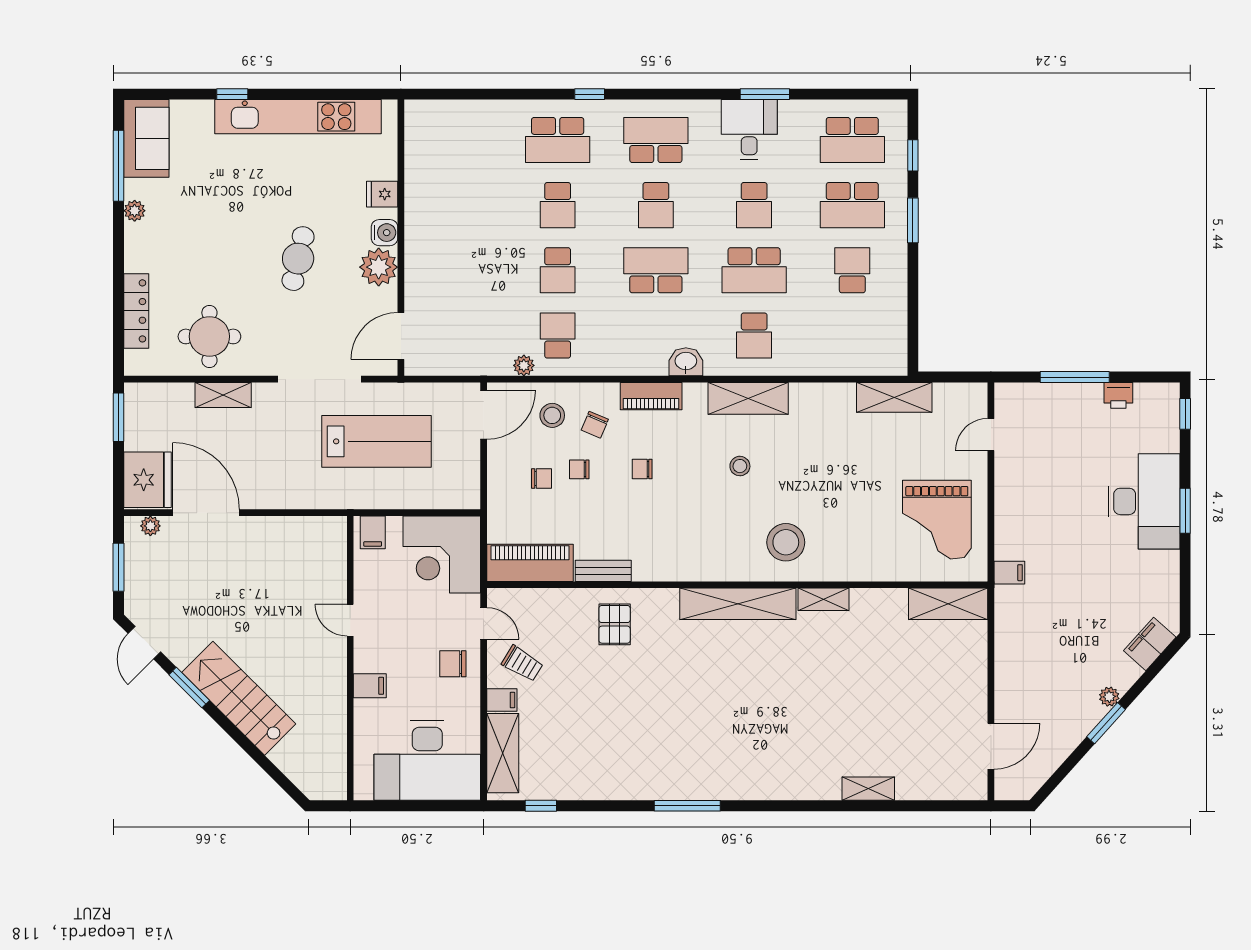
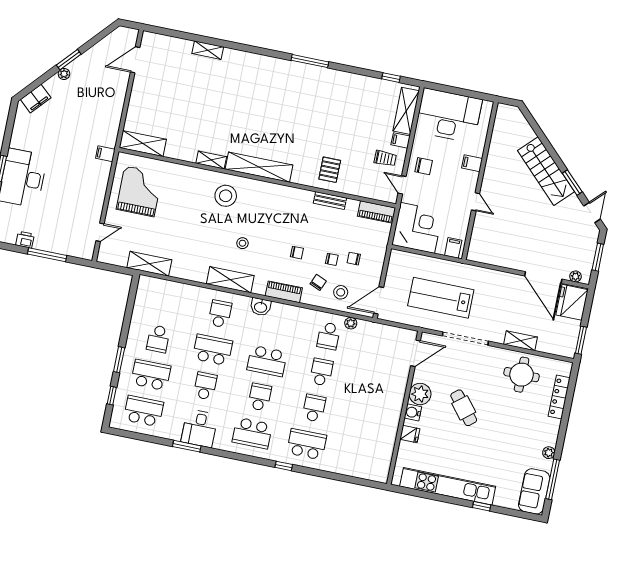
cafe table: (298, 259) -> (464, 408), turned -52
piano: (530, 563) -> (376, 212), width x0.73, depth x0.75
trolley: (522, 664) -> (385, 158), turned 149

